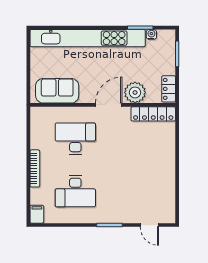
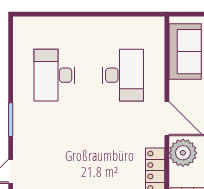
bookcase: (35, 168) -> (84, 23), removed
filing cabinet: (37, 214) -> (25, 25), removed

